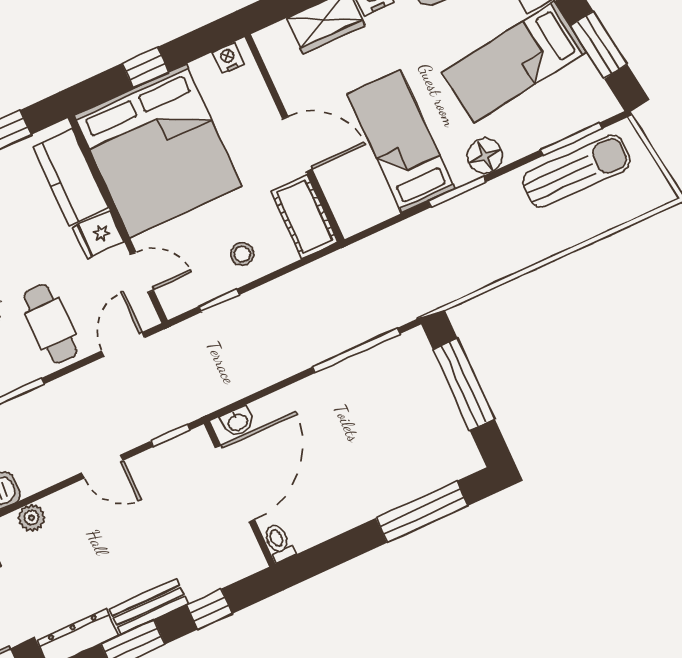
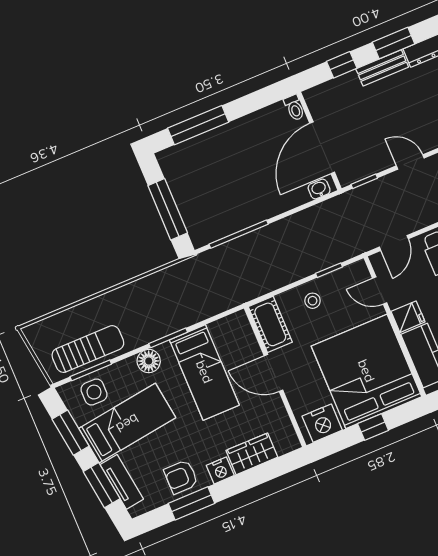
nightstand: (228, 58) -> (322, 423), width x1.89, depth x1.79
side table: (565, 107) -> (94, 392), added
sun lounger: (577, 171) -> (88, 349), turned 180

